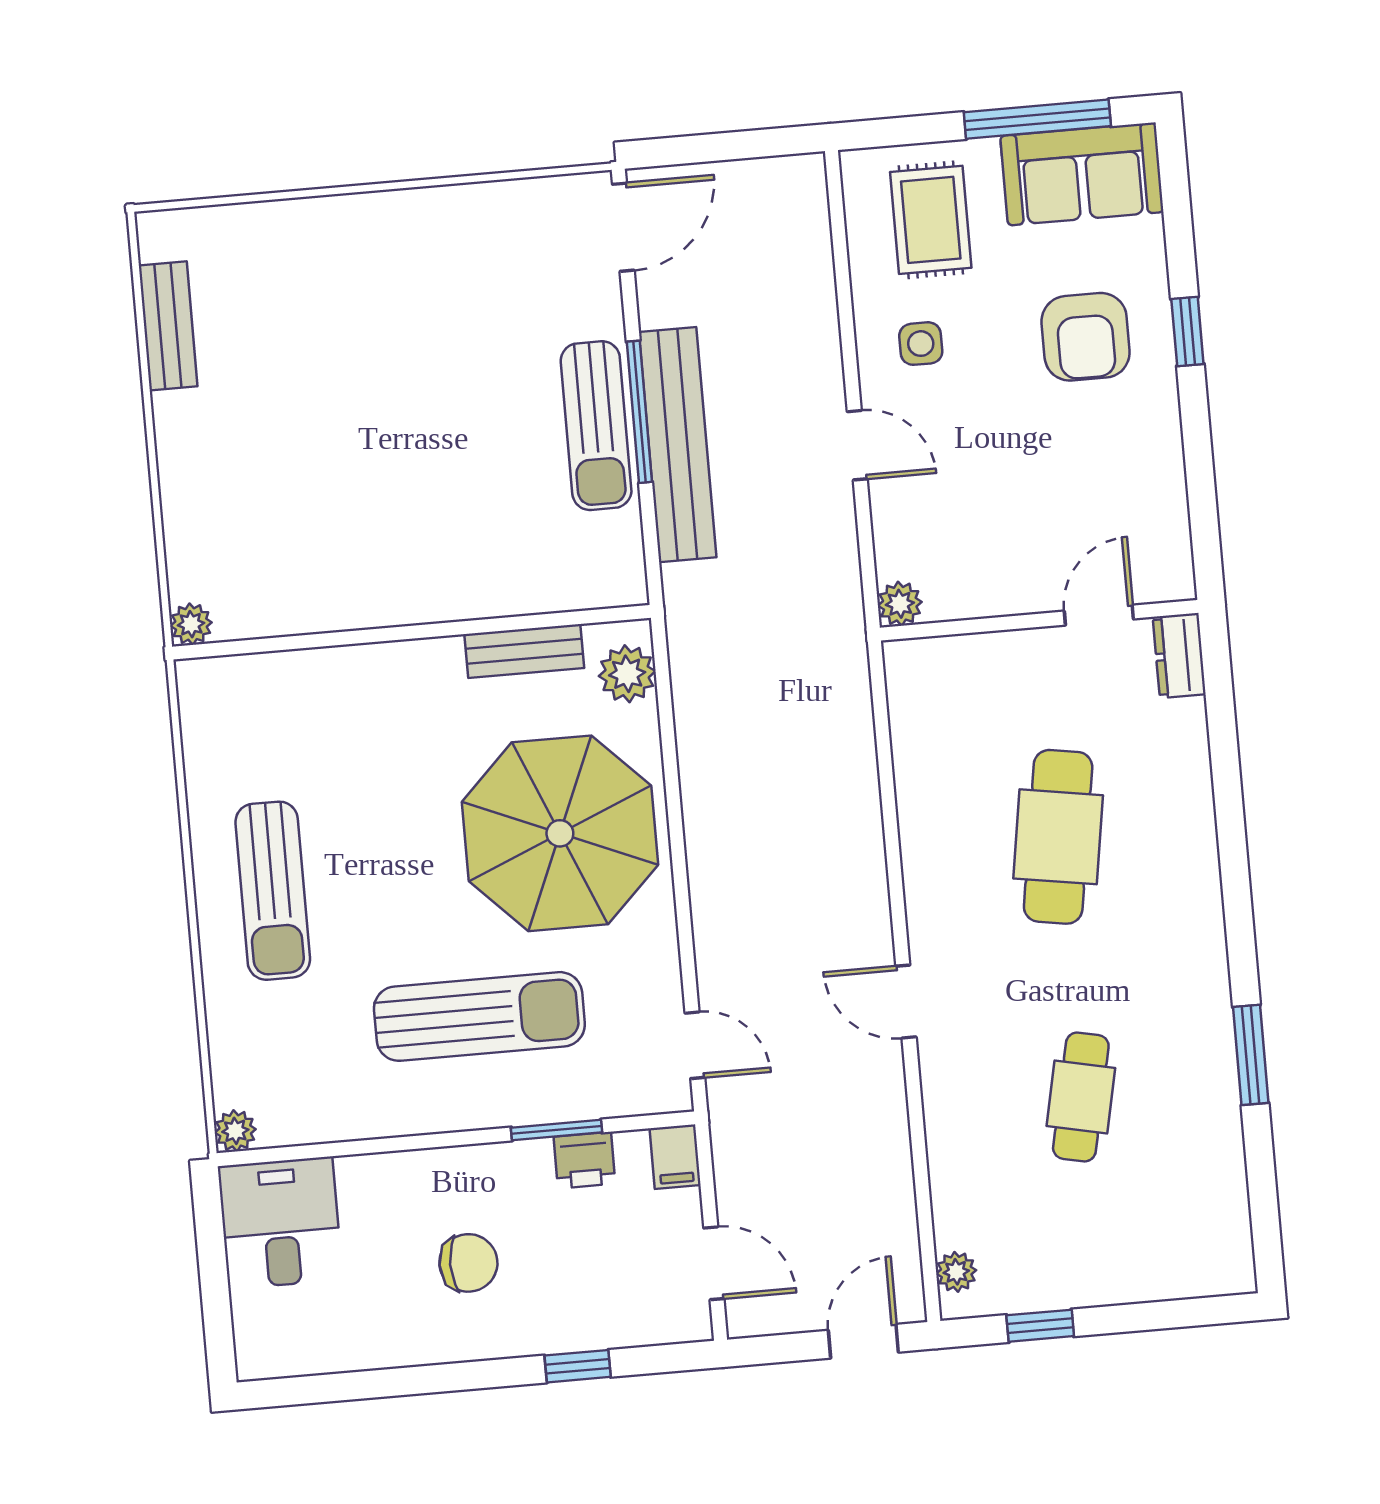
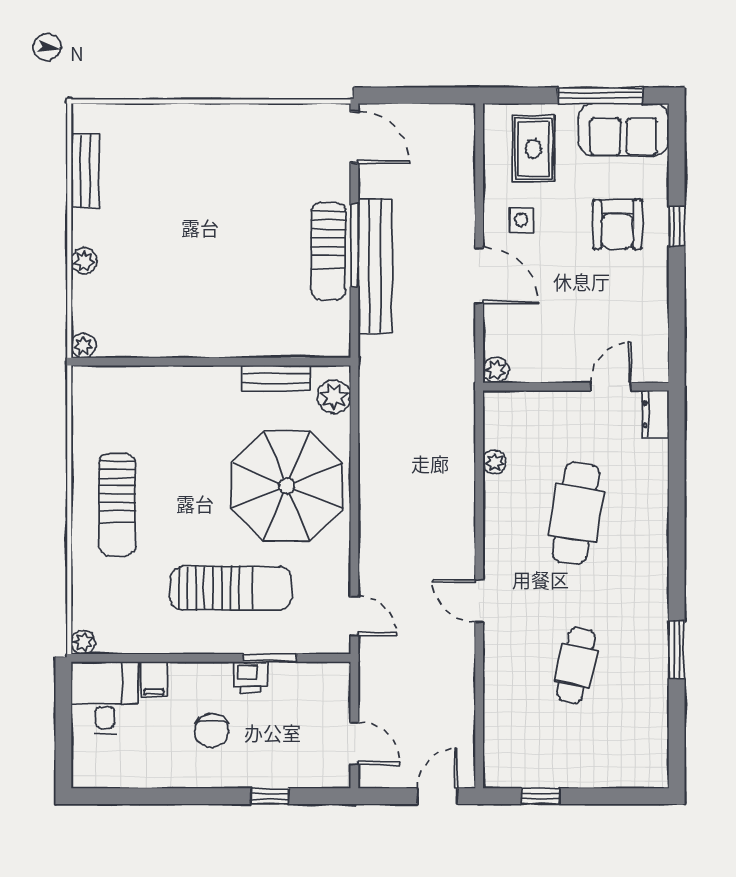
door: (623, 227) -> (354, 137), hinge flipped
door: (857, 445) -> (479, 276), width x1.38
plant: (180, 479) -> (84, 261), added
filing cabinet: (675, 1157) -> (154, 680), moved
printer: (584, 1160) -> (251, 677), moved
chair: (468, 1263) -> (212, 731), turned 90
plant: (956, 1272) -> (495, 462), moved

